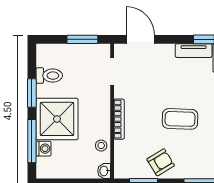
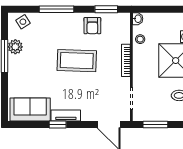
coffee table: (180, 119) -> (77, 61), width x1.36, depth x1.32
armchair: (161, 162) -> (92, 26), turned -59

